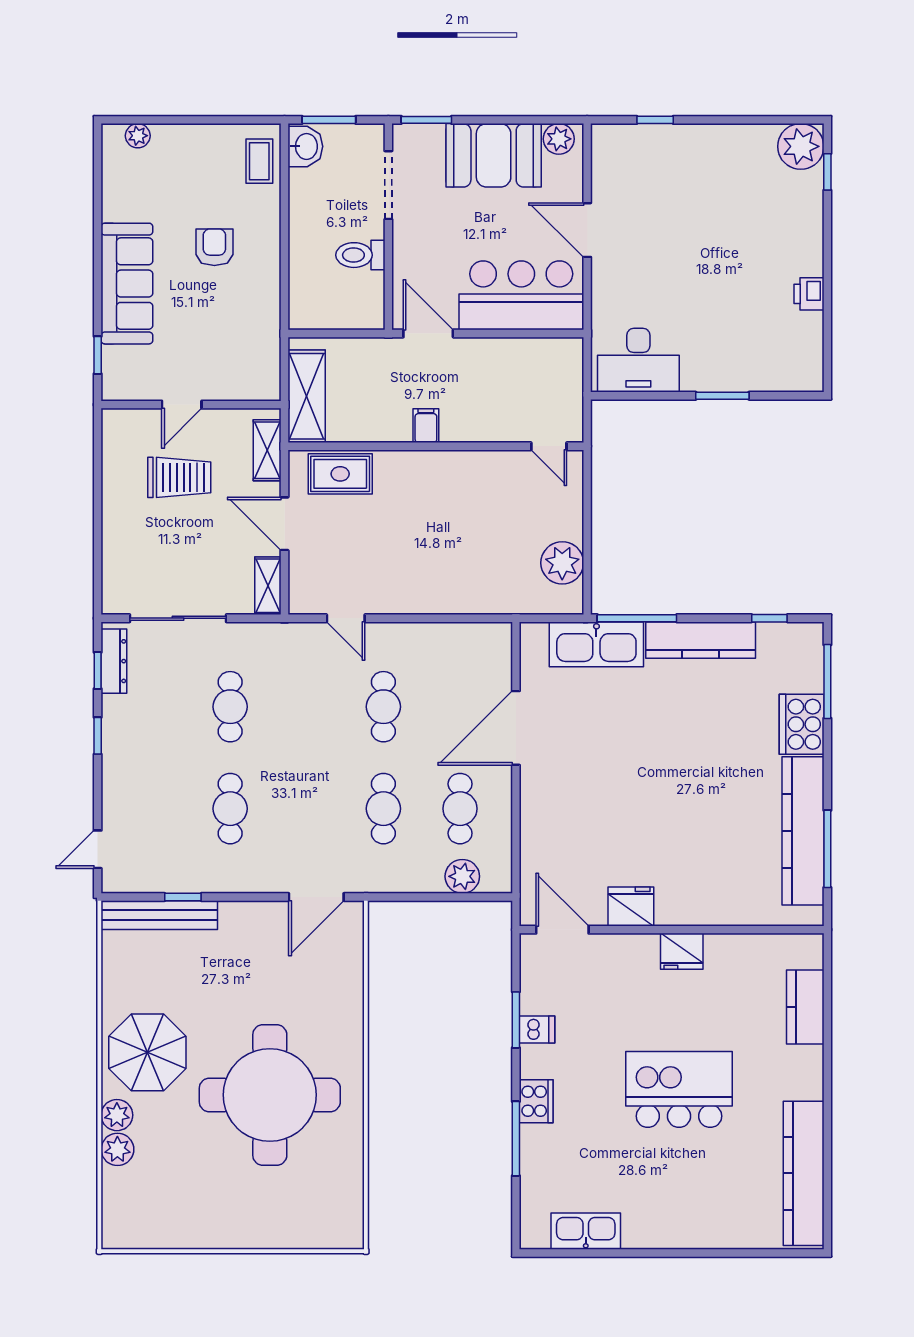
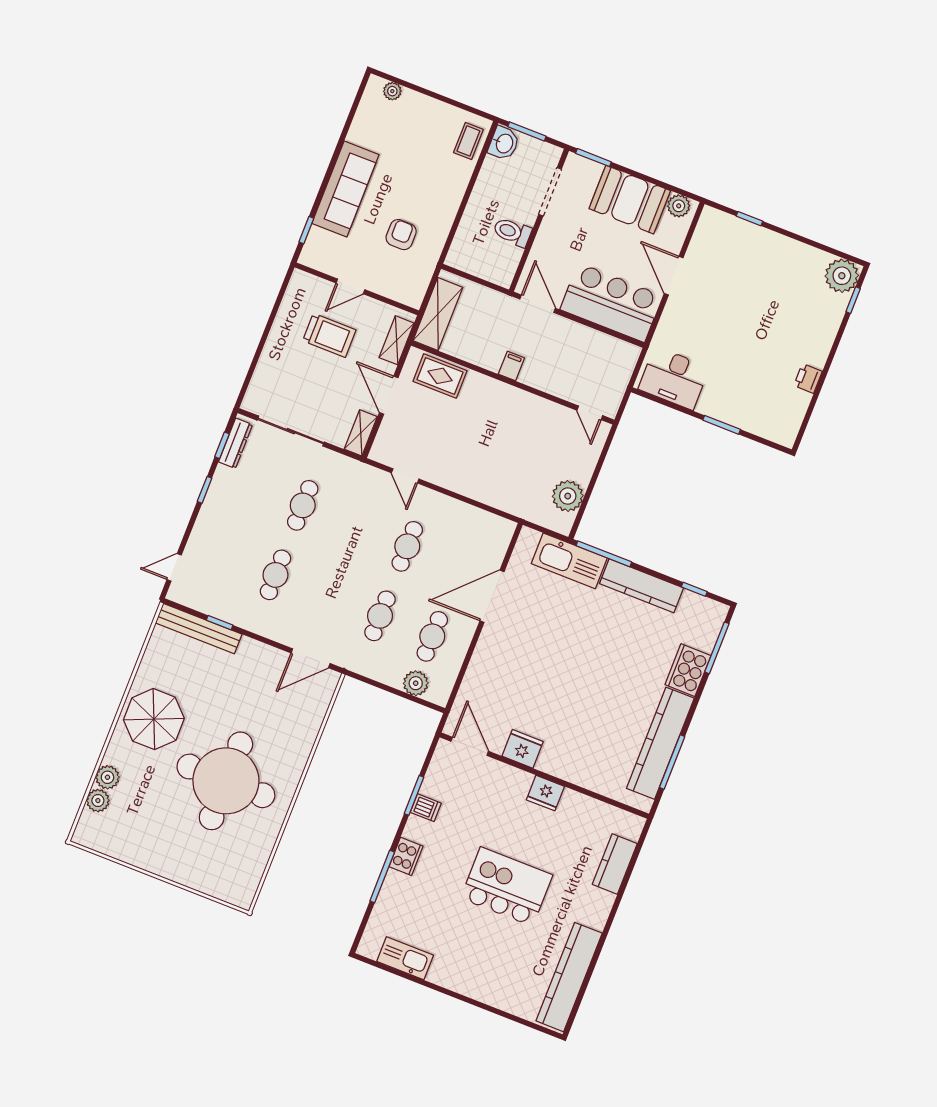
armchair: (214, 247) -> (401, 235), moved
plant: (117, 1115) -> (98, 801), moved

